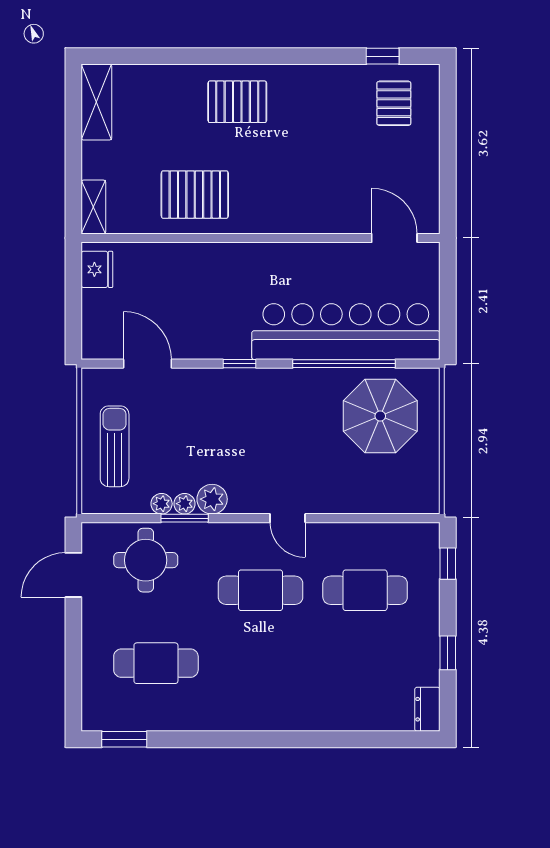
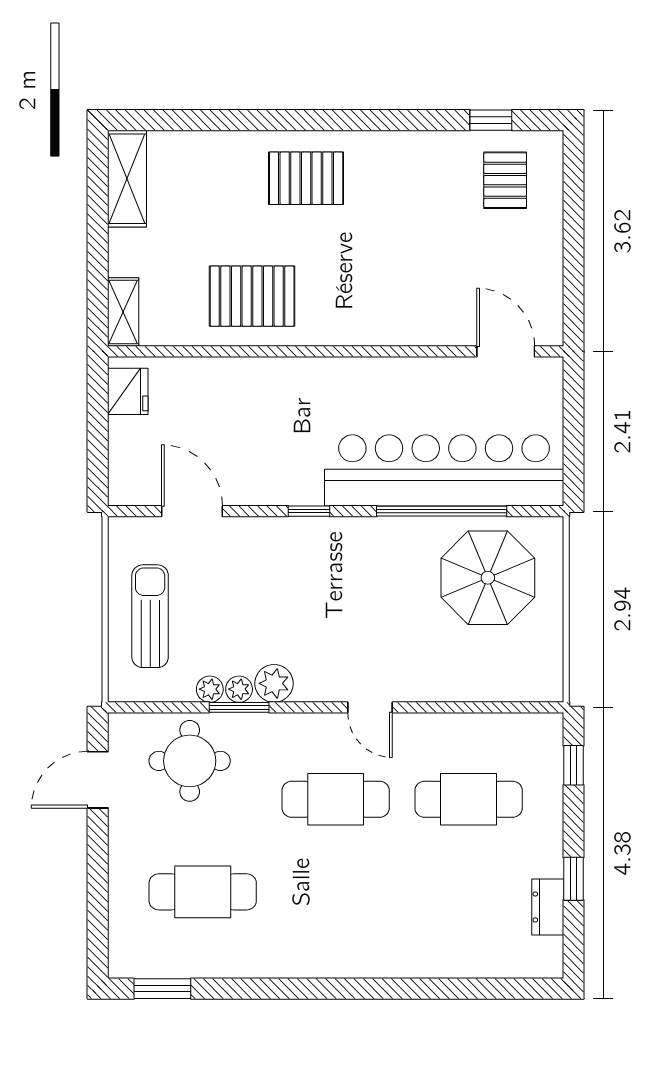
dresser: (427, 709) -> (548, 907), moved

